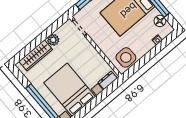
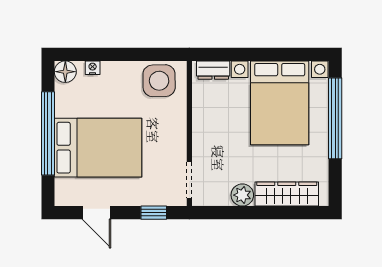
floor lamp: (160, 21) -> (65, 72), moved

